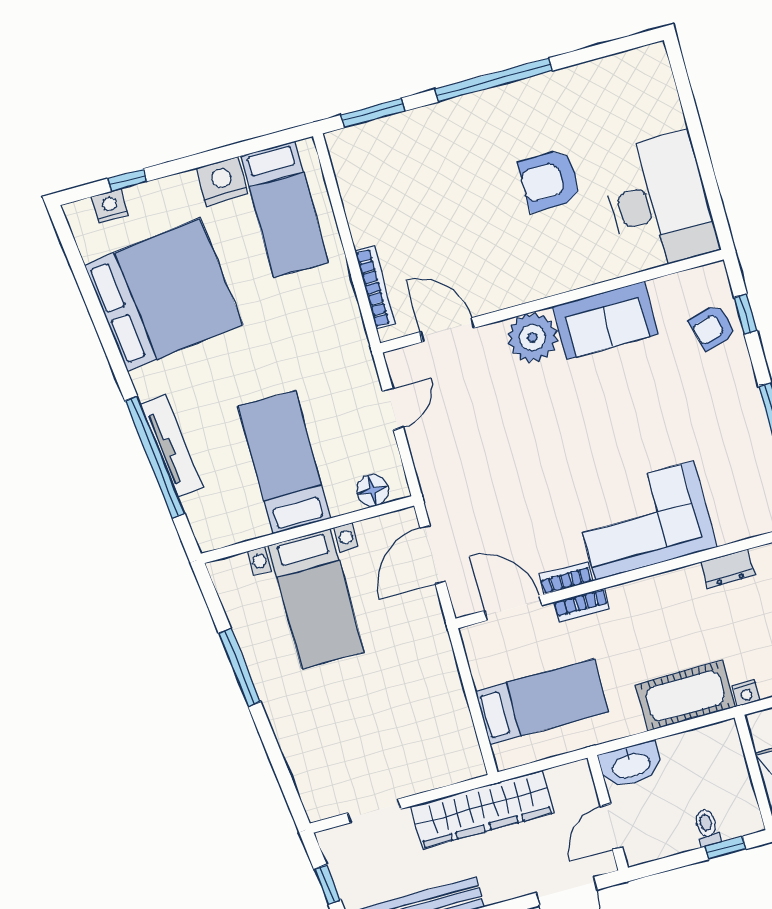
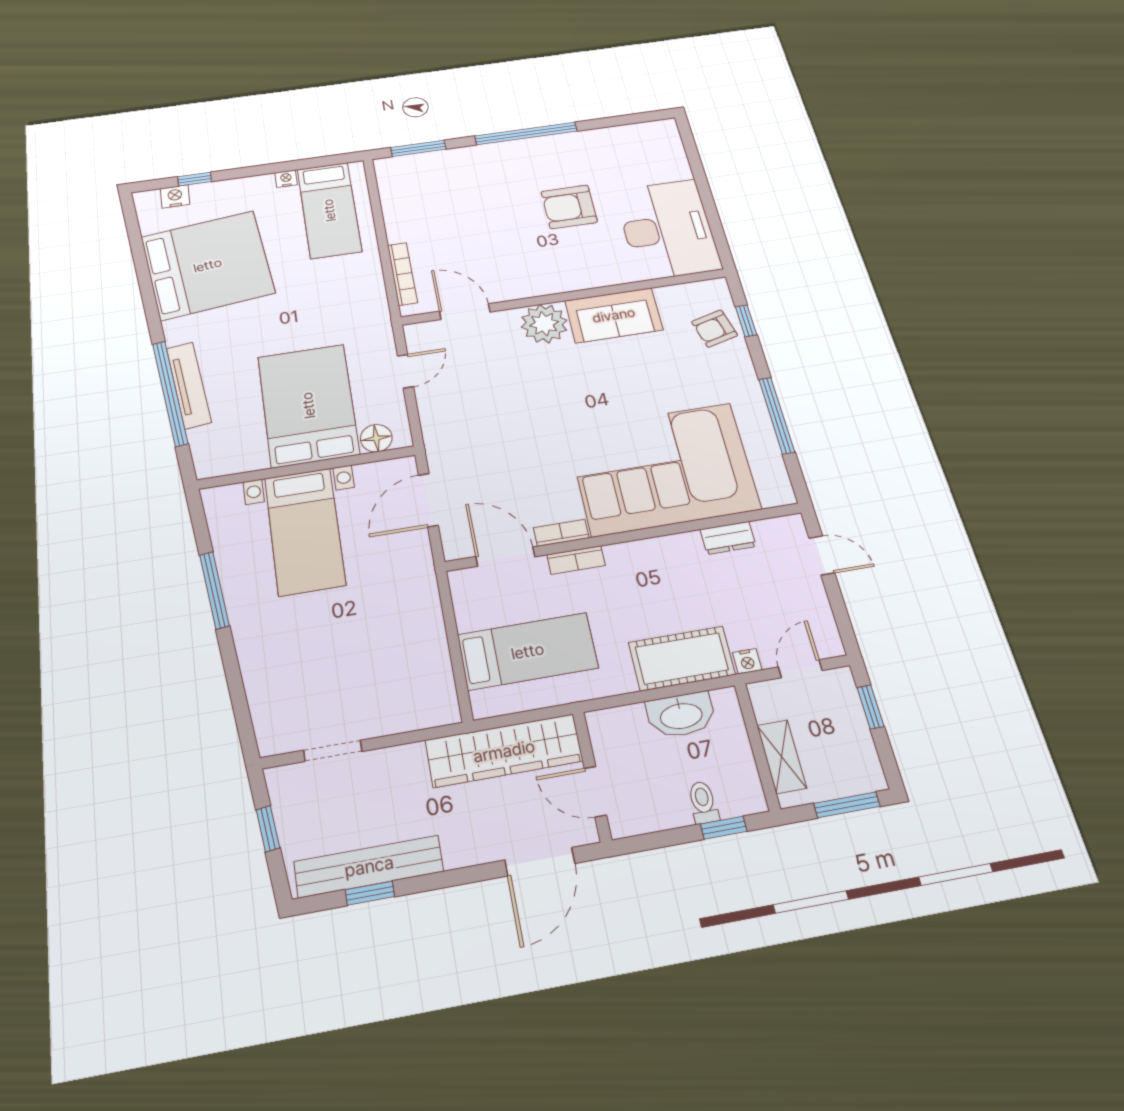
nightstand: (222, 181) -> (286, 179), width x0.53, depth x0.56
bed: (284, 462) -> (308, 405), width x1.50
corner sofa: (644, 520) -> (663, 469), width x1.36, depth x1.36
washbasin: (631, 765) -> (681, 715), moved
wardrobe: (482, 809) -> (504, 751), moved
door: (611, 826) -> (595, 792), hinge flipped

